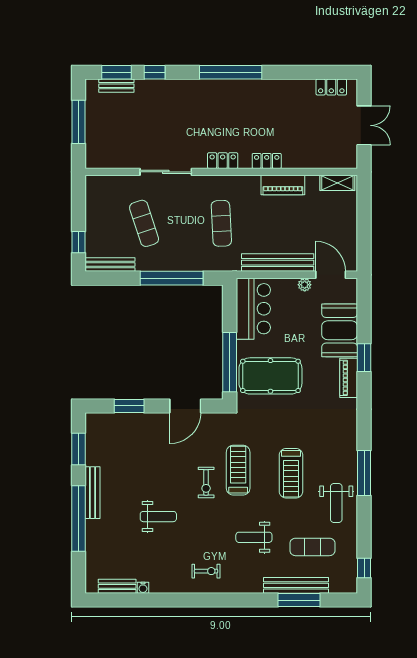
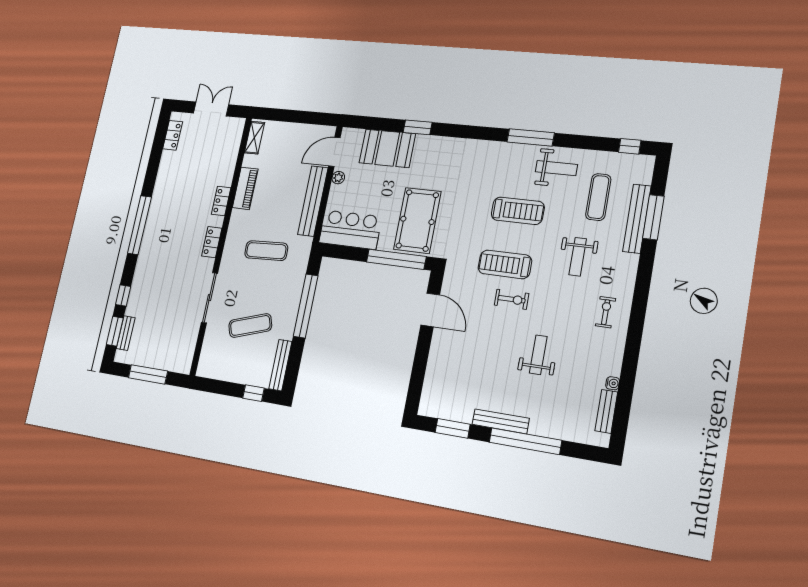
piano: (349, 378) -> (434, 144), removed
window: (129, 406) -> (419, 368), removed

